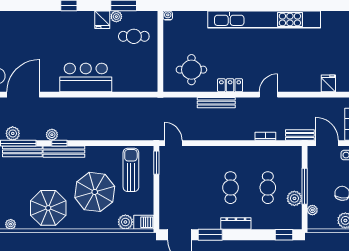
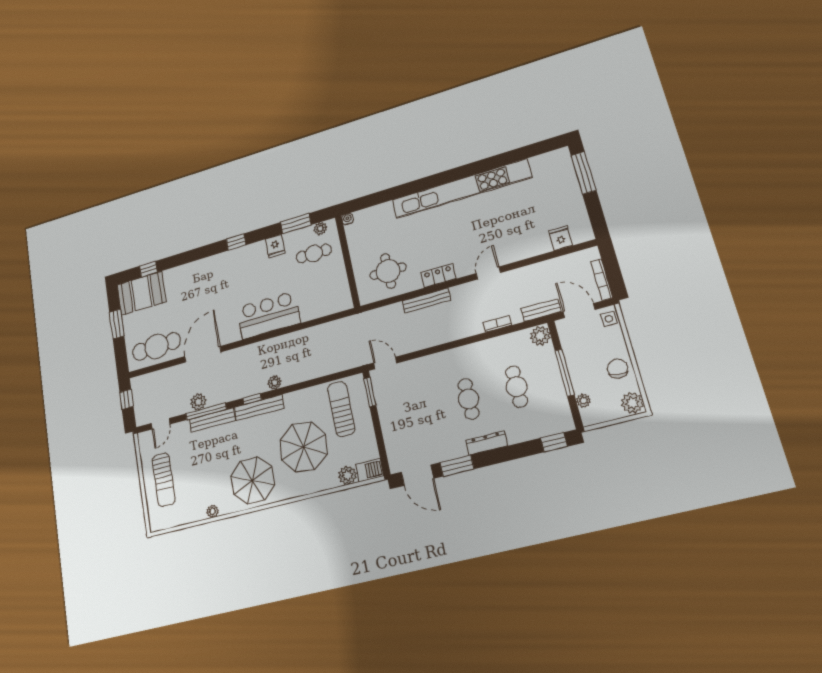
plant: (116, 17) -> (320, 229), moved
plant: (52, 135) -> (275, 383), moved
plant: (294, 198) -> (540, 336), moved

